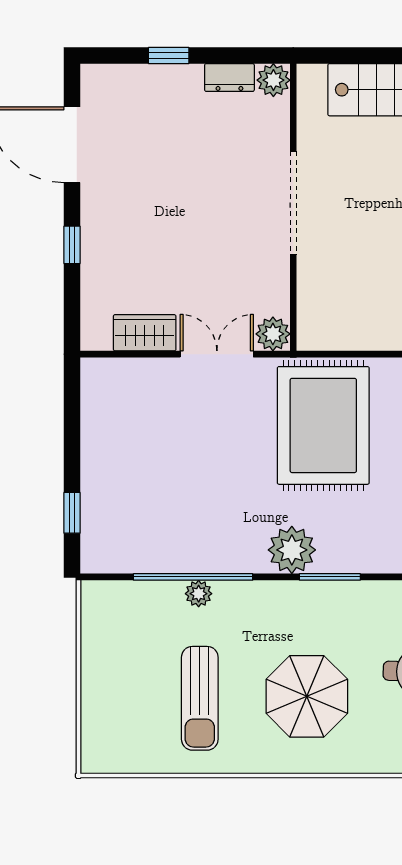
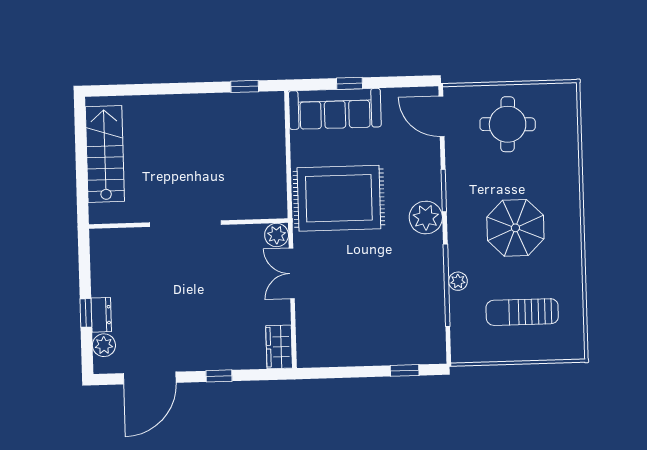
dresser: (229, 78) -> (101, 315), moved
plant: (273, 80) -> (104, 345), moved
wardrobe: (145, 333) -> (279, 347), moved
parasol: (307, 696) -> (515, 228), moved
sun lounger: (200, 698) -> (522, 312), moved, turned 180

